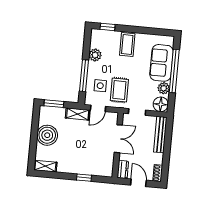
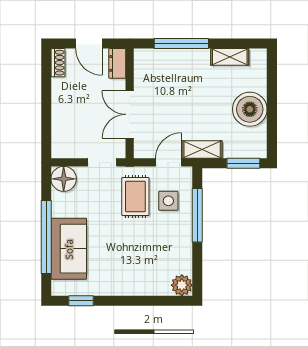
window: (108, 27) -> (81, 301), moved
coffee table: (127, 45) -> (129, 274), removed
plant: (95, 55) -> (182, 285), moved
plant: (164, 88) -> (61, 206), removed
bench: (160, 135) -> (60, 128), removed
shelving: (45, 166) -> (230, 57), moved
window: (84, 178) -> (181, 44), width x2.17

